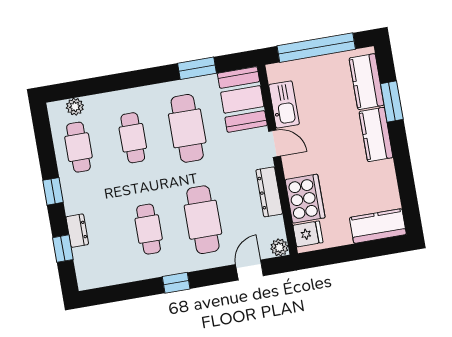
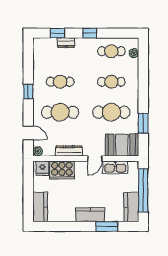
kitchen counter: (367, 82) -> (131, 207), moved, turned -90

